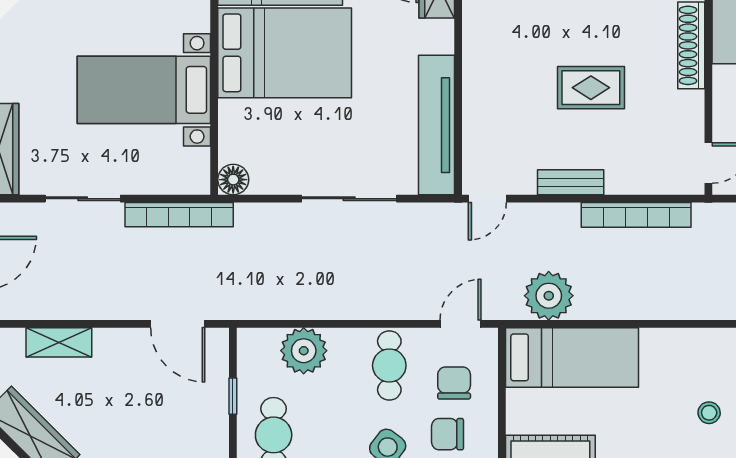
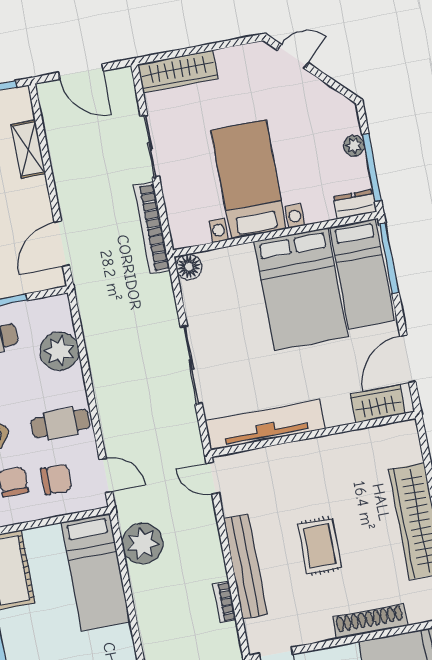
bench: (571, 182) -> (245, 567), width x1.86, depth x1.21
bookcase: (636, 215) -> (225, 602), width x0.43, depth x0.76

